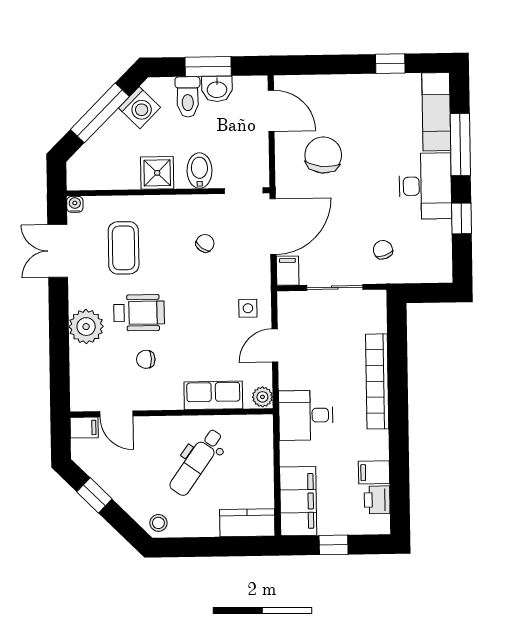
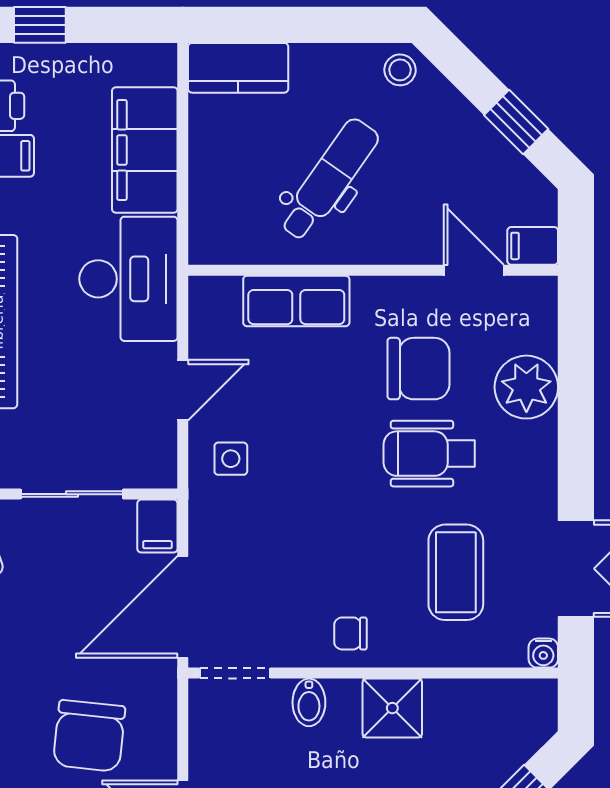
bidet: (199, 171) -> (309, 702), width x0.72, depth x0.74
chair: (205, 243) -> (350, 633), moved, turned 53
plant: (86, 327) -> (526, 387), moved
chair: (146, 359) -> (418, 369), width x1.87, depth x1.87
plant: (262, 397) -> (207, 297), removed
desk: (306, 415) -> (128, 279), width x1.37
filing cabinet: (298, 501) -> (145, 150), moved
window: (334, 545) -> (40, 25), moved

